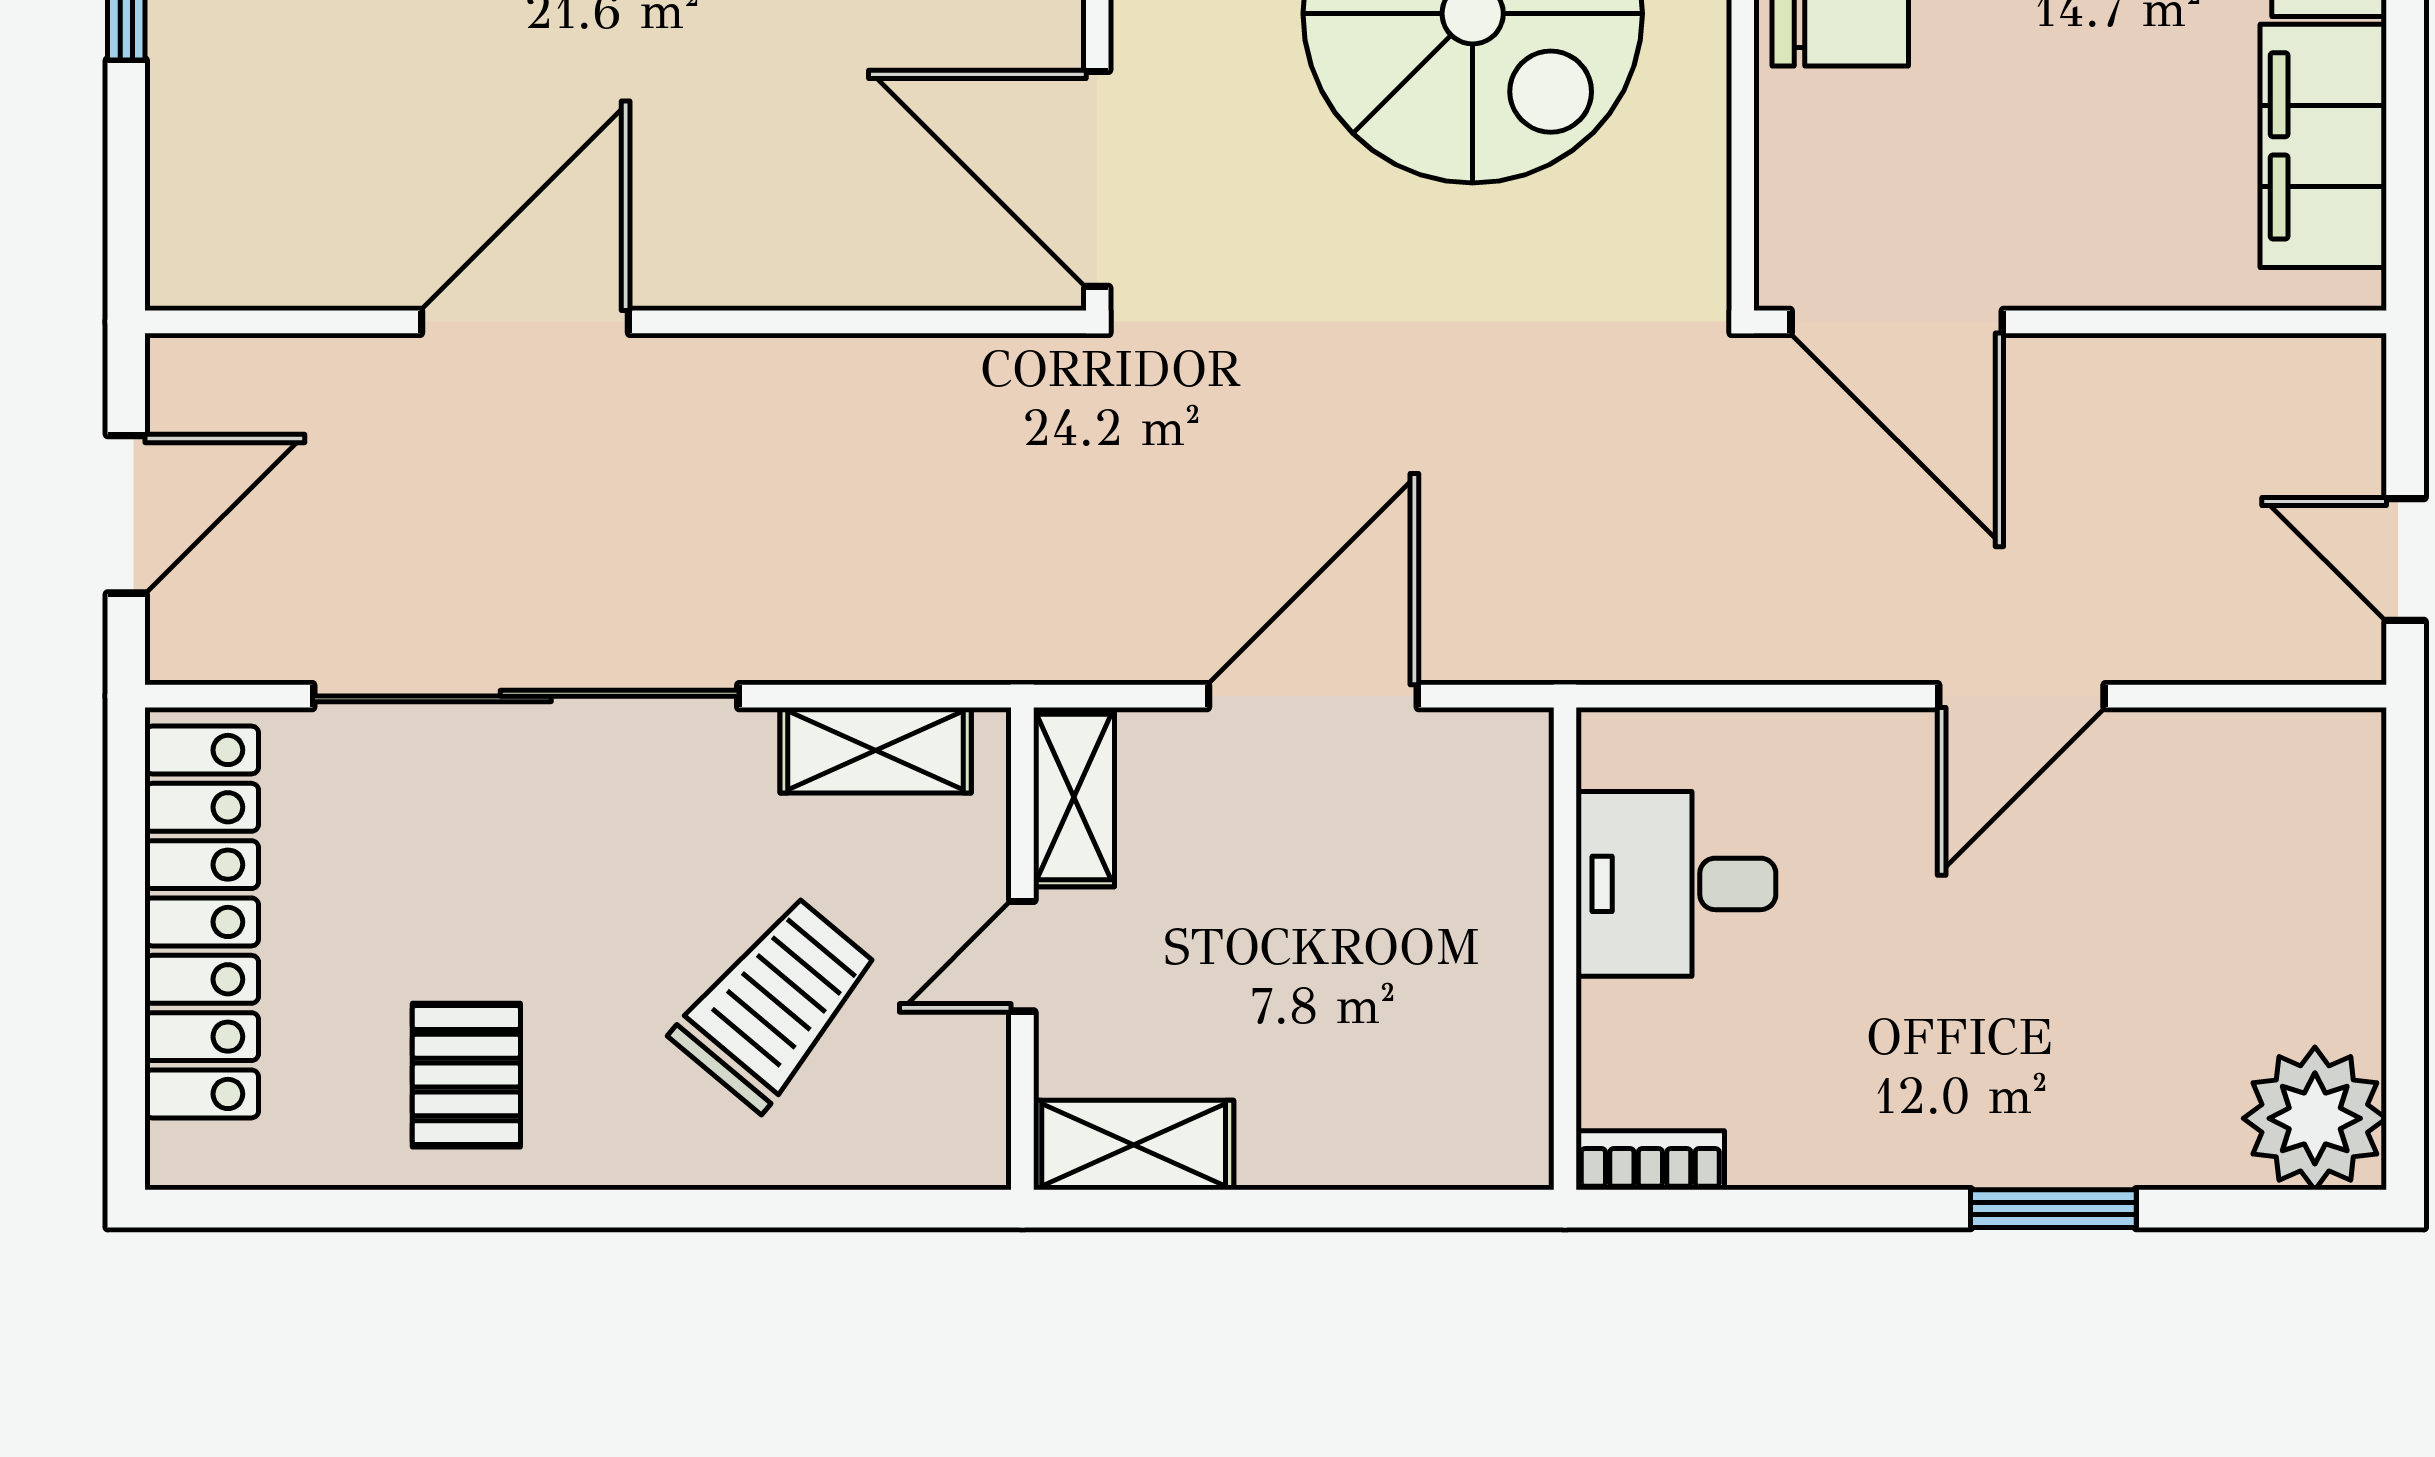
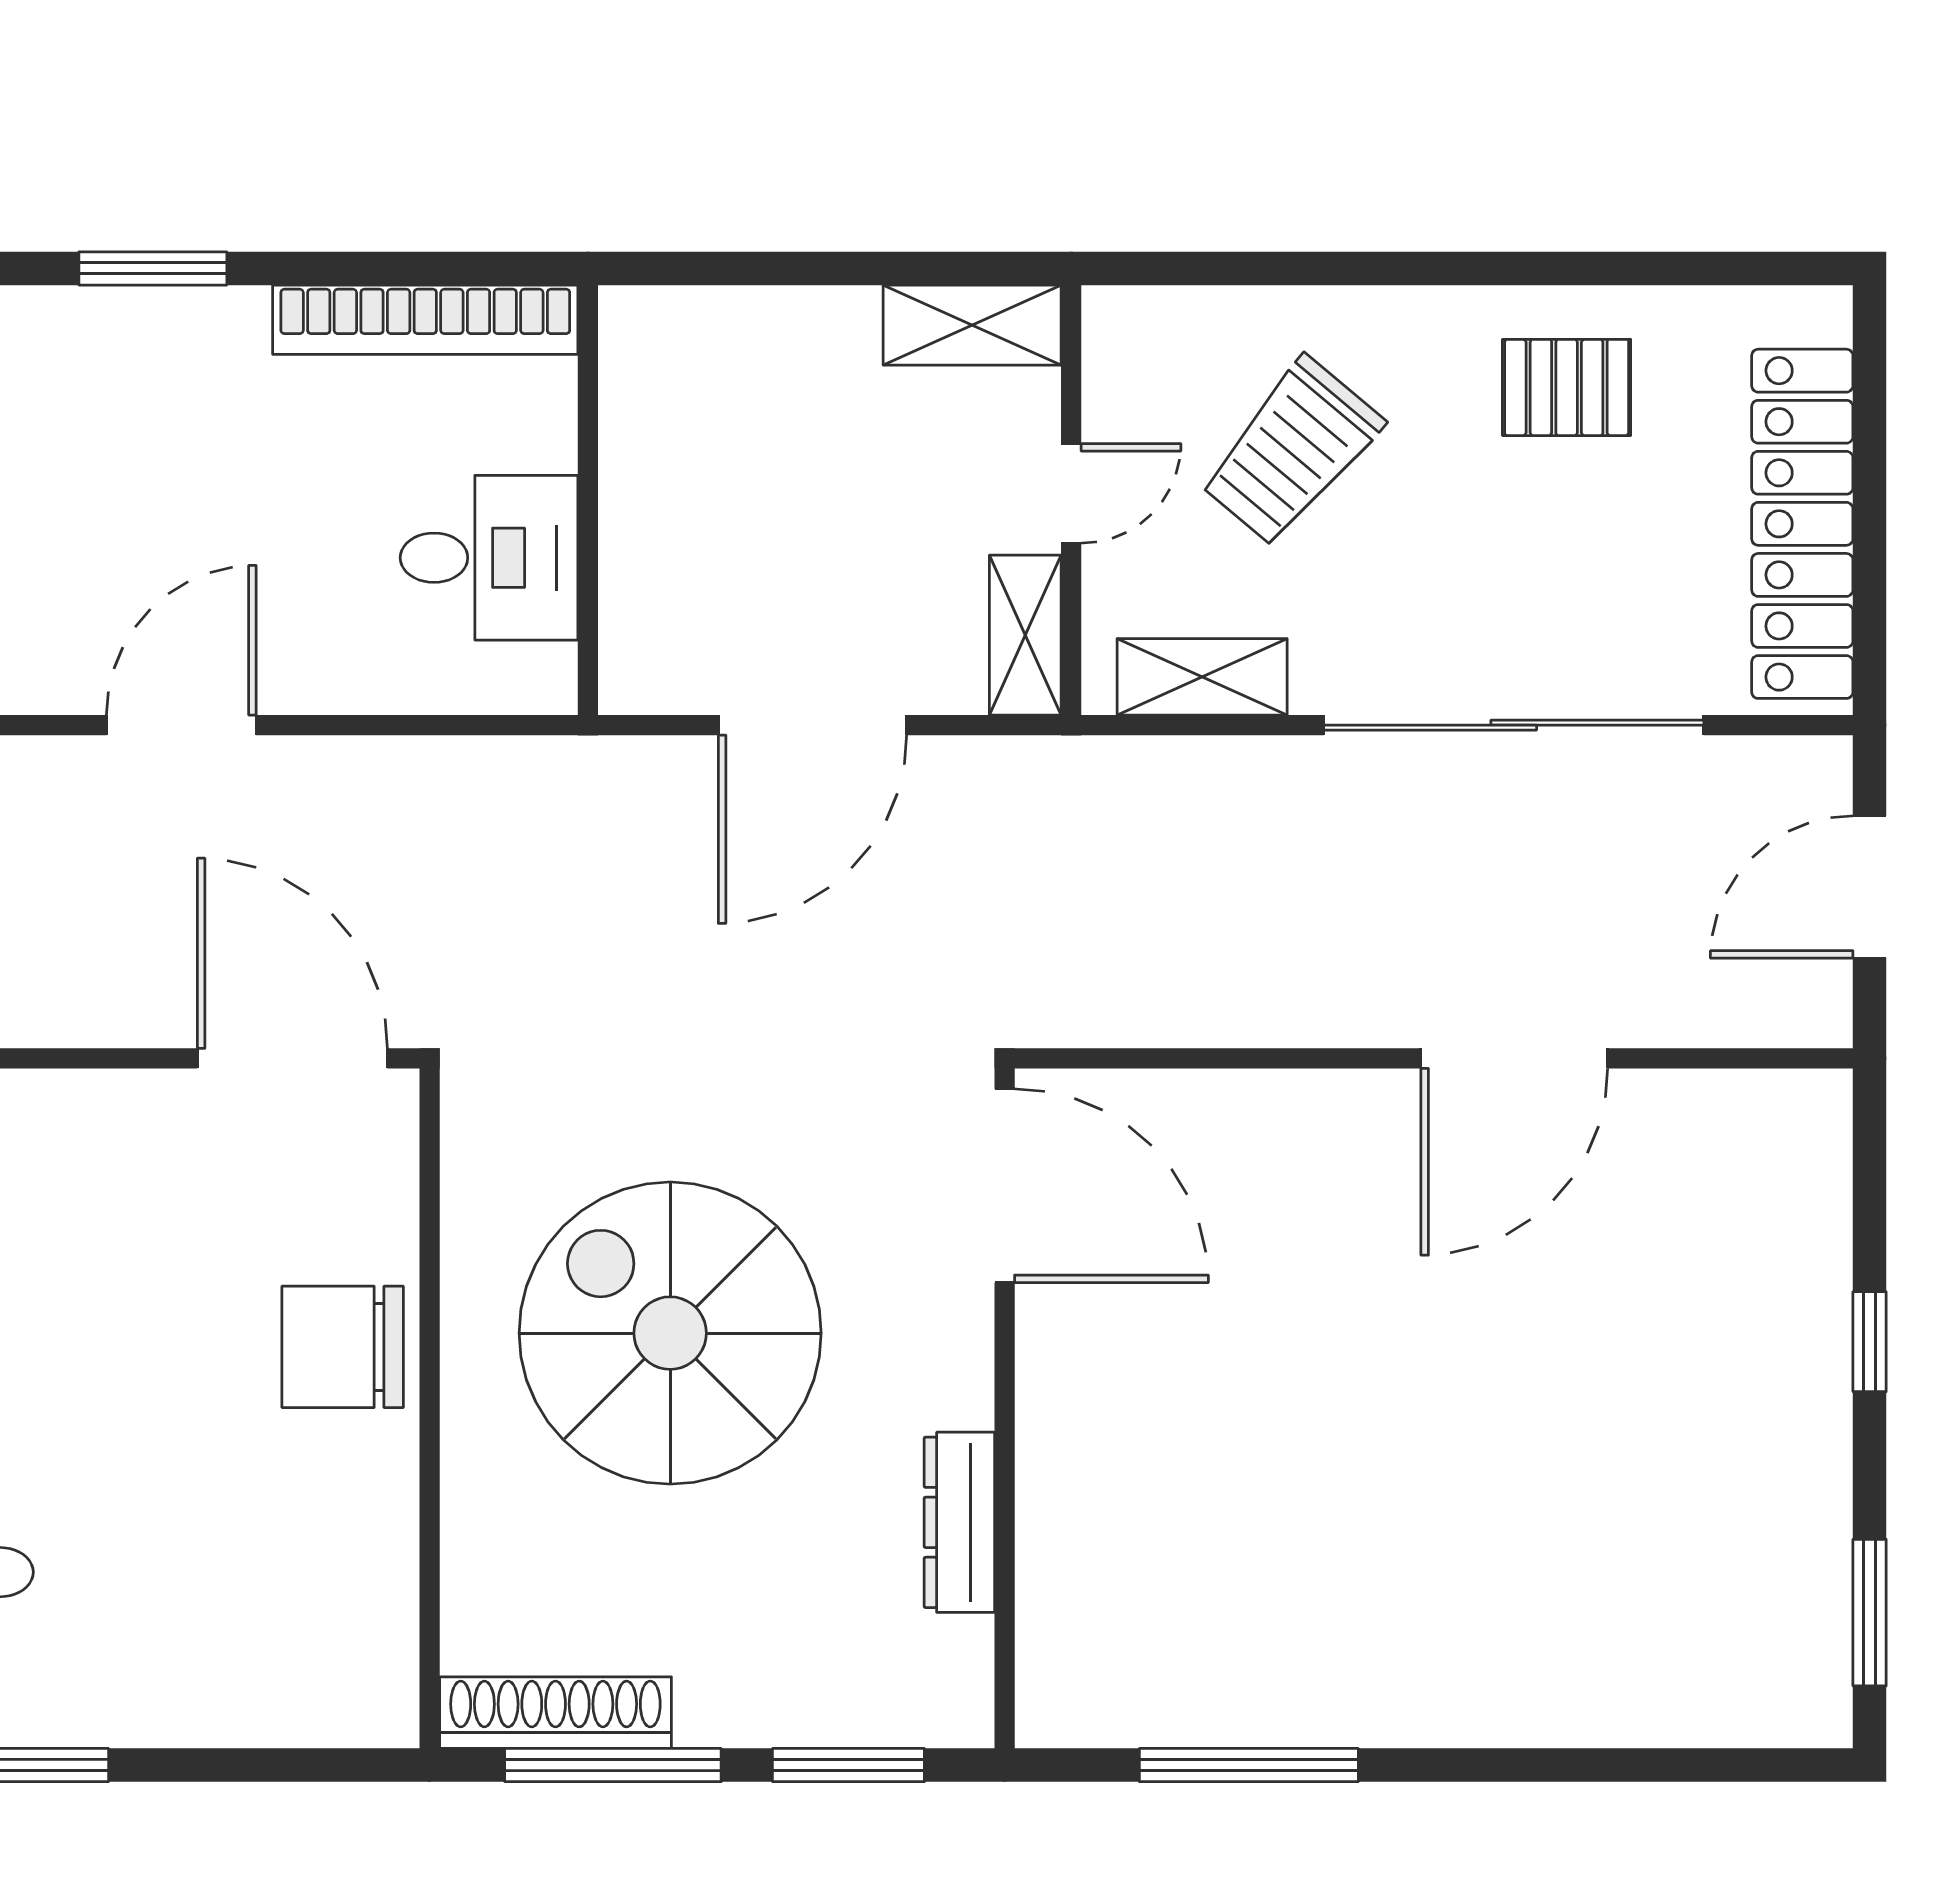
pallet: (466, 1075) -> (1567, 387), turned 90
bookcase: (1650, 1160) -> (425, 320), width x2.31, depth x1.31

